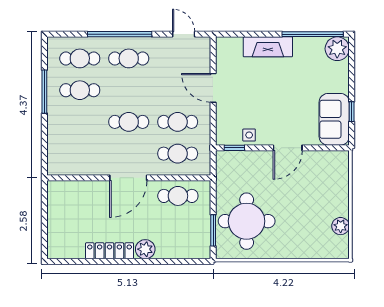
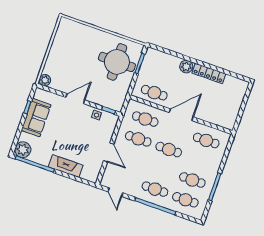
sofa: (334, 119) -> (36, 118), moved
cafe table: (80, 154) -> (206, 140), added
plant: (341, 226) -> (45, 80), moved

